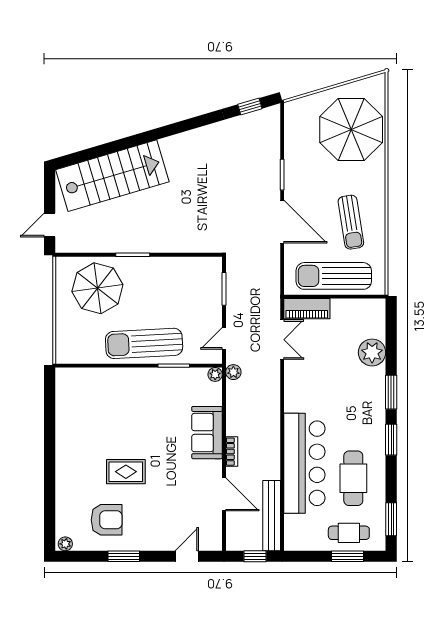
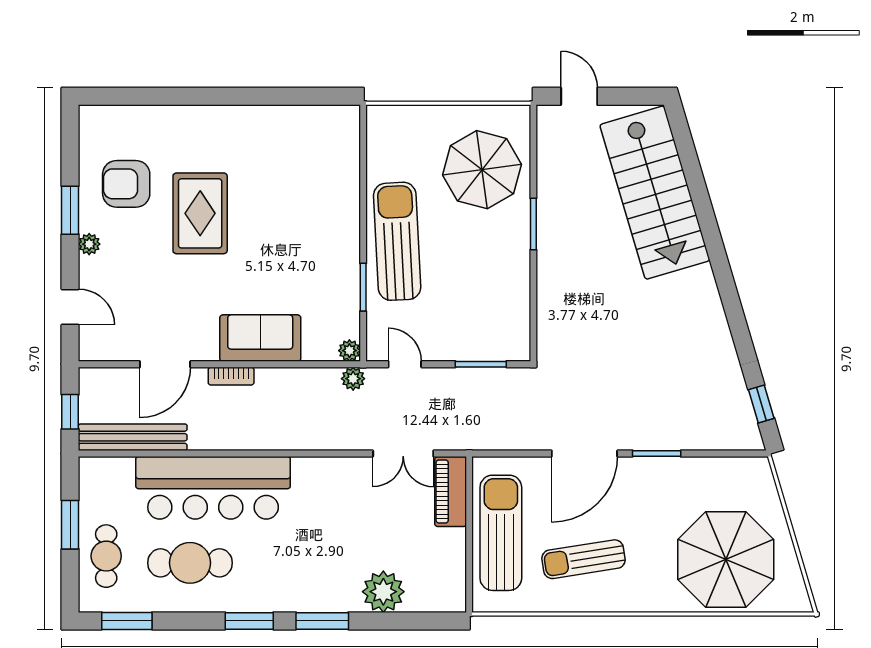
rug: (126, 472) -> (200, 213), width x1.36, depth x1.43
armchair: (107, 520) -> (126, 184), turned 90
plant: (65, 544) -> (89, 244), moved
window: (347, 556) -> (70, 525), moved

